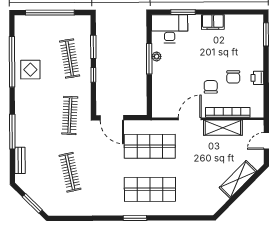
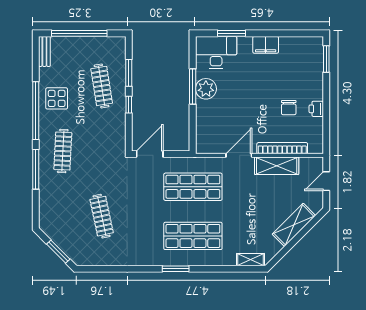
plant: (157, 56) -> (206, 89), width x1.87, depth x1.87
window: (12, 62) -> (36, 111), moved
chair: (211, 87) -> (263, 119), removed
clothes rail: (70, 115) -> (63, 151), moved
door: (112, 118) -> (150, 154), swing flipped
bench: (20, 160) -> (44, 51), moved
shelving: (200, 210) -> (250, 260), added

